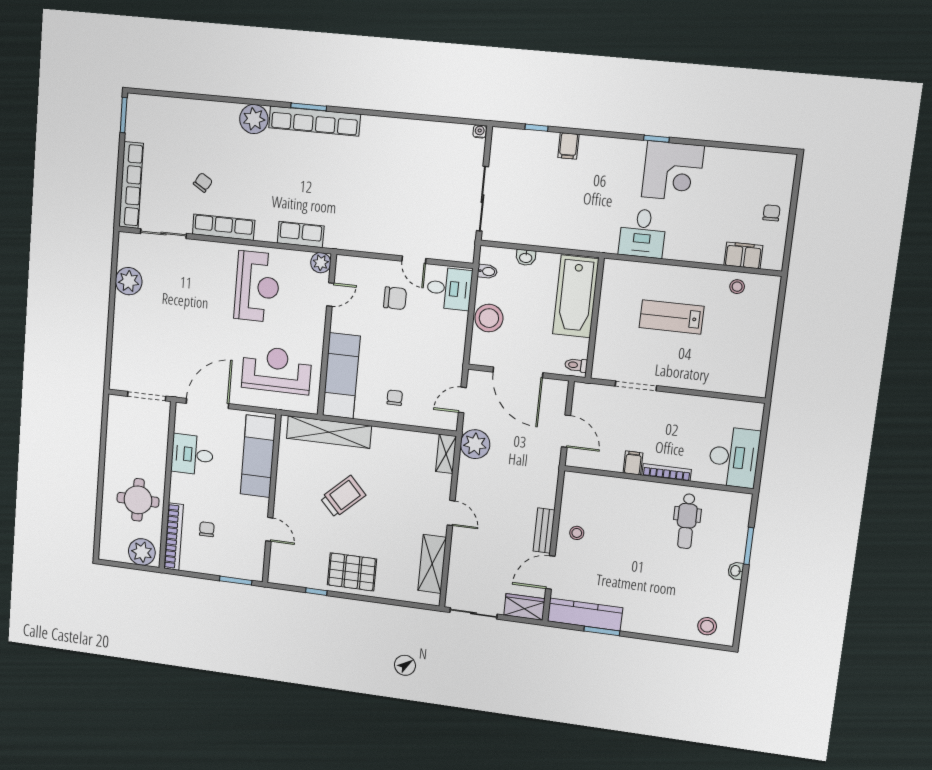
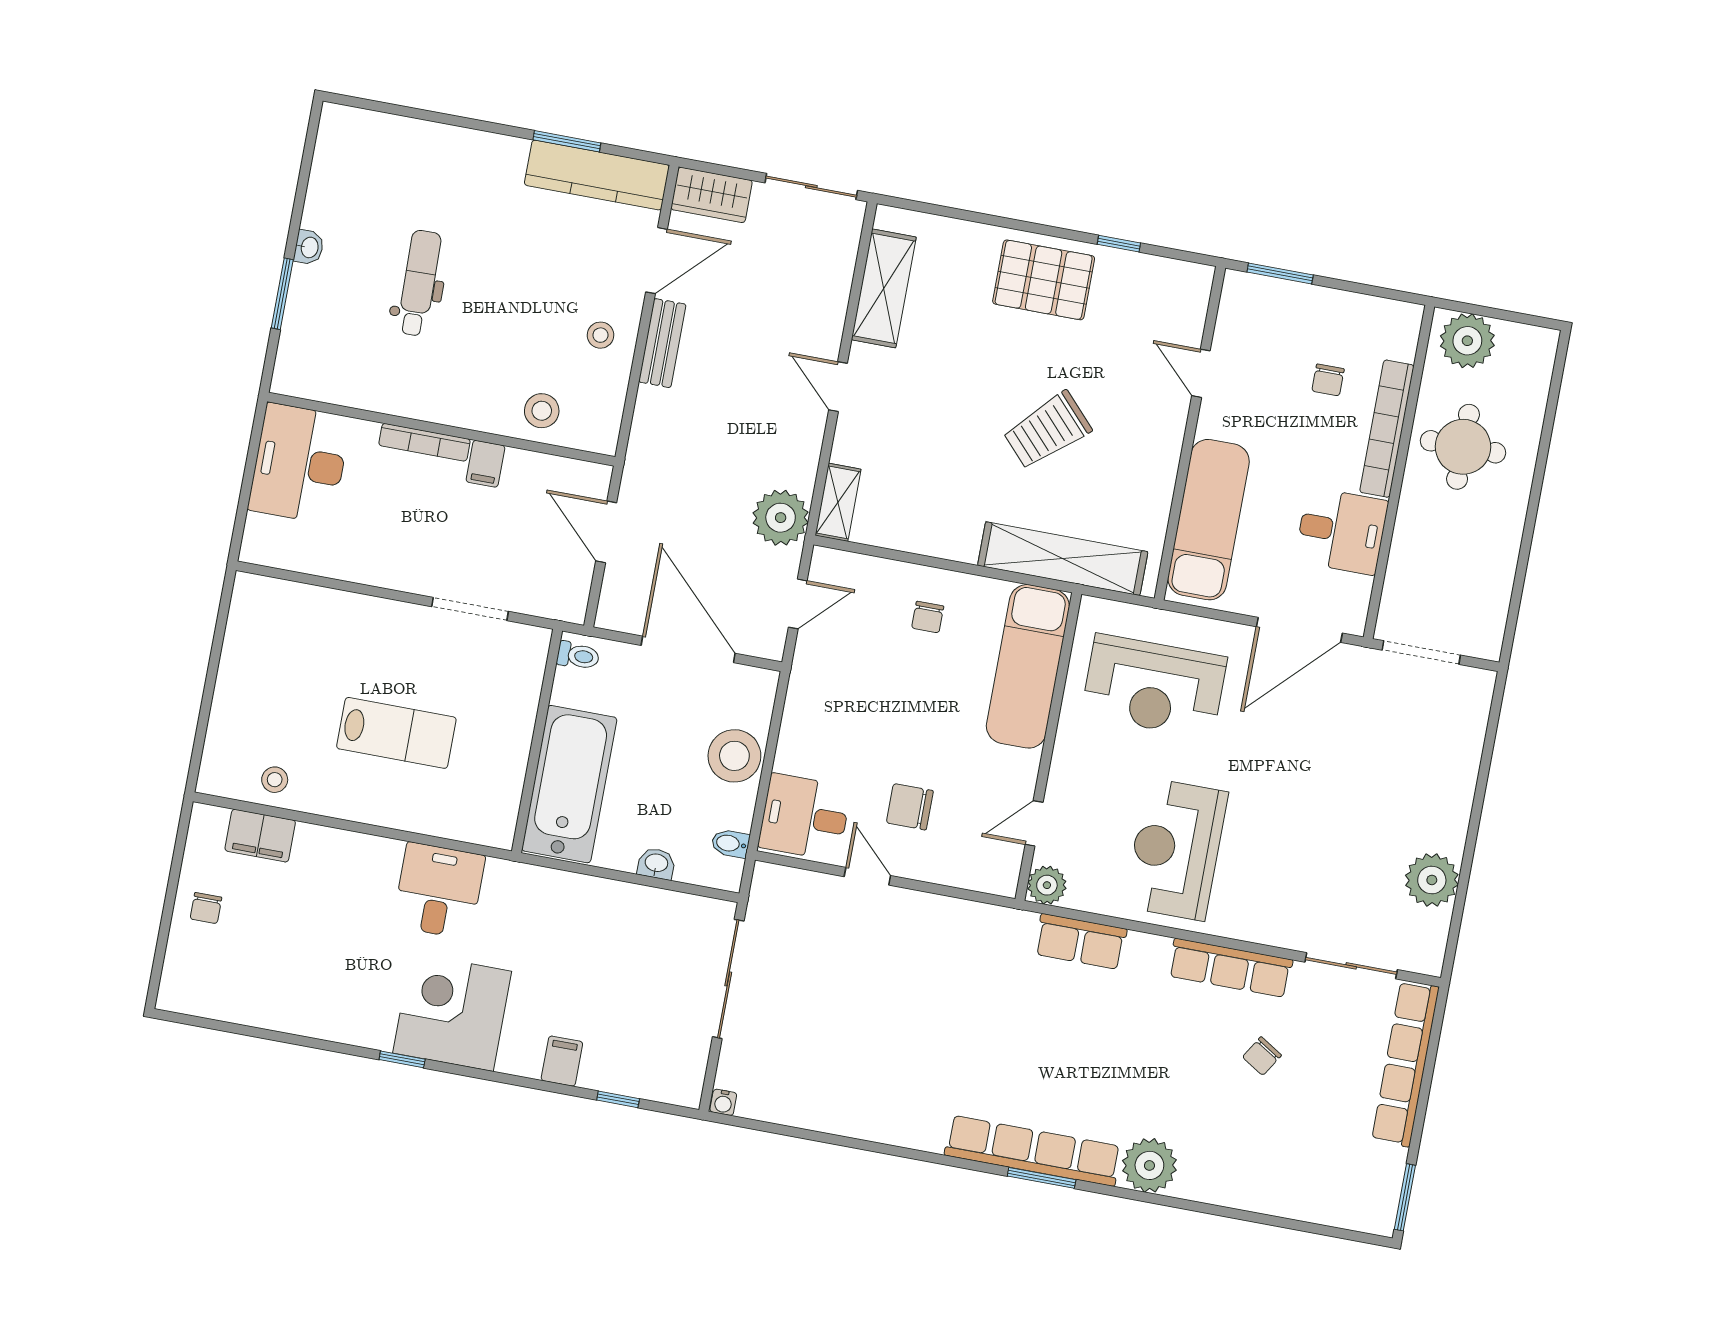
corner desk: (673, 171) -> (452, 1012), moved
dental chair: (687, 521) -> (419, 283), moved
bookcase: (174, 537) -> (1387, 429), moved
stool: (707, 626) -> (542, 411), moved

